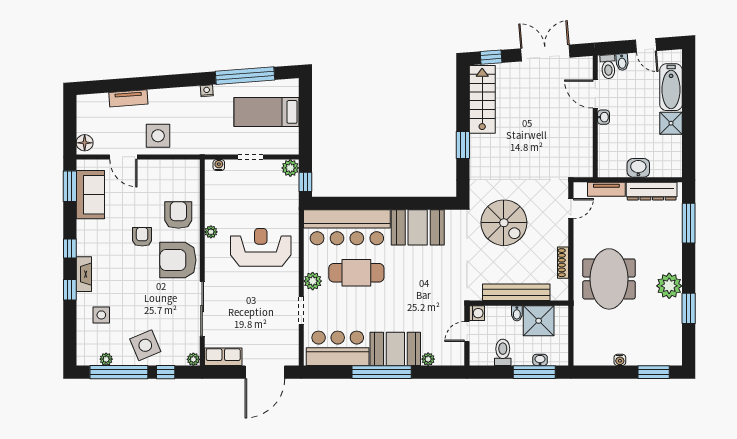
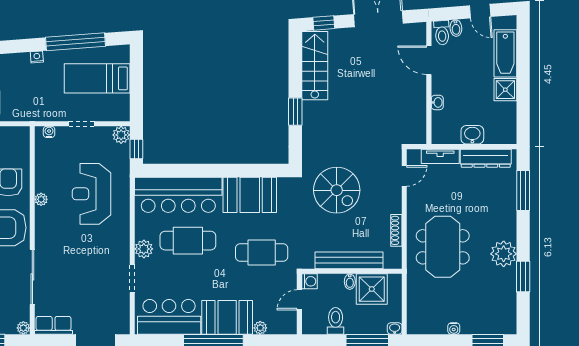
washbasin: (604, 117) -> (437, 102), moved
reception desk: (261, 247) -> (92, 194), moved, turned -90
cafe table: (429, 285) -> (262, 252), added
washbasin: (540, 360) -> (395, 329), moved

